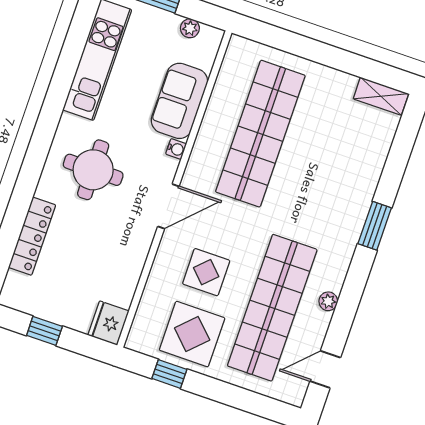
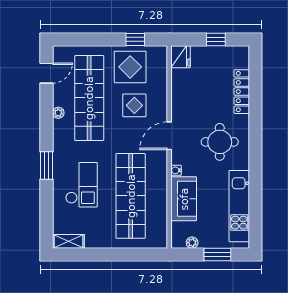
checkout: (331, 177) -> (82, 185), added

